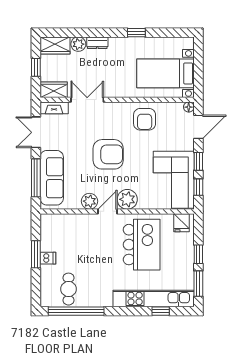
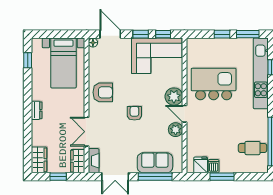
window: (136, 33) -> (28, 60), moved
dresser: (97, 43) -> (37, 110), moved
plant: (78, 44) -> (38, 139), removed
armchair: (145, 119) -> (103, 92), moved
armchair: (108, 154) -> (134, 113), width x0.53, depth x0.53
sofa: (52, 178) -> (155, 163), width x0.73
fridge: (182, 223) -> (201, 165), moved, turned -90
dishwasher: (48, 258) -> (214, 166), moved

